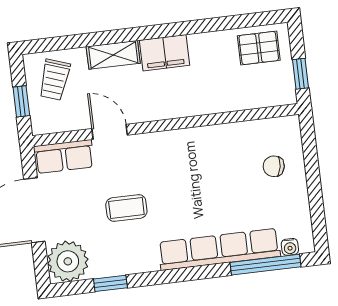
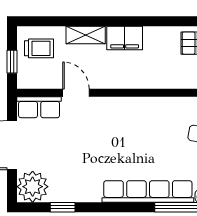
trolley: (54, 80) -> (39, 48), turned -109
coffee table: (126, 208) -> (82, 152), removed

